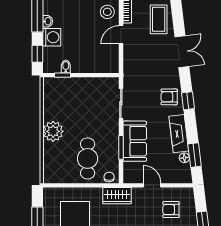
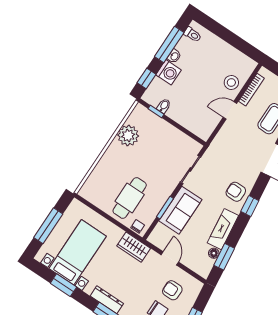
plant: (53, 131) -> (128, 135), moved

